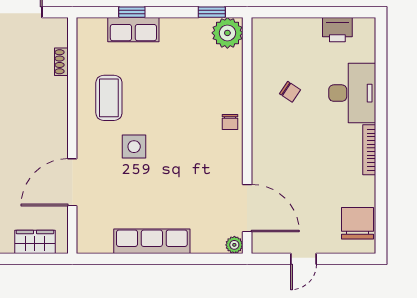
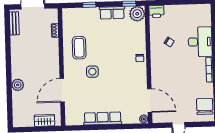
row of seats: (133, 30) -> (112, 13), moved
printer: (337, 30) -> (156, 11), moved

